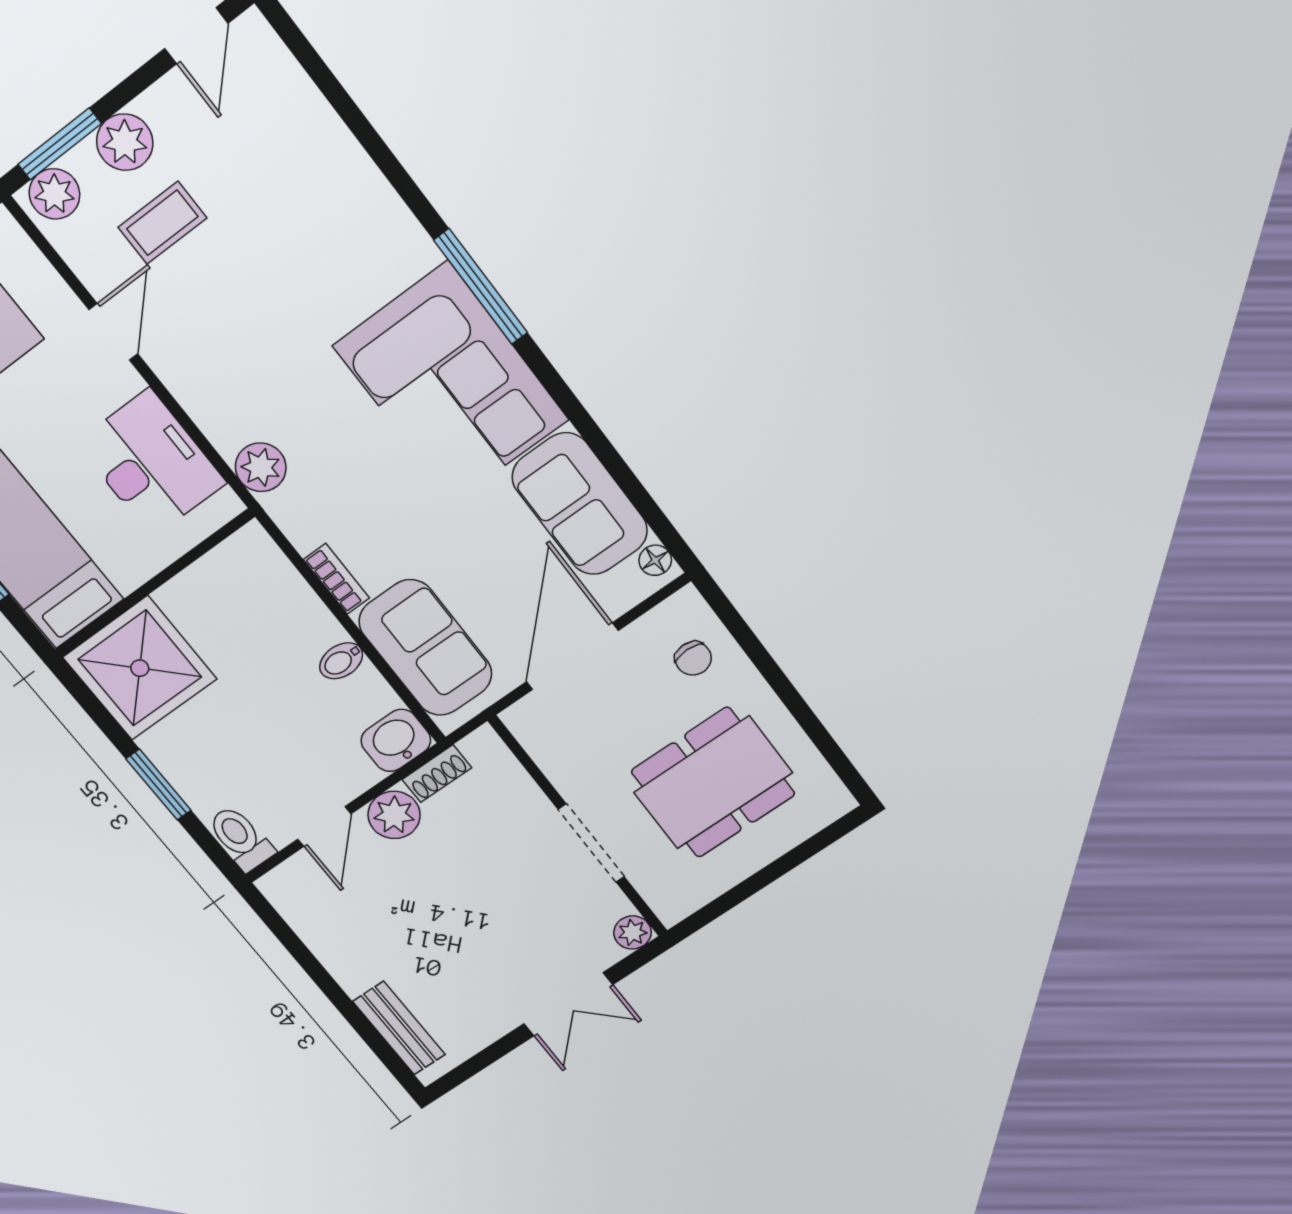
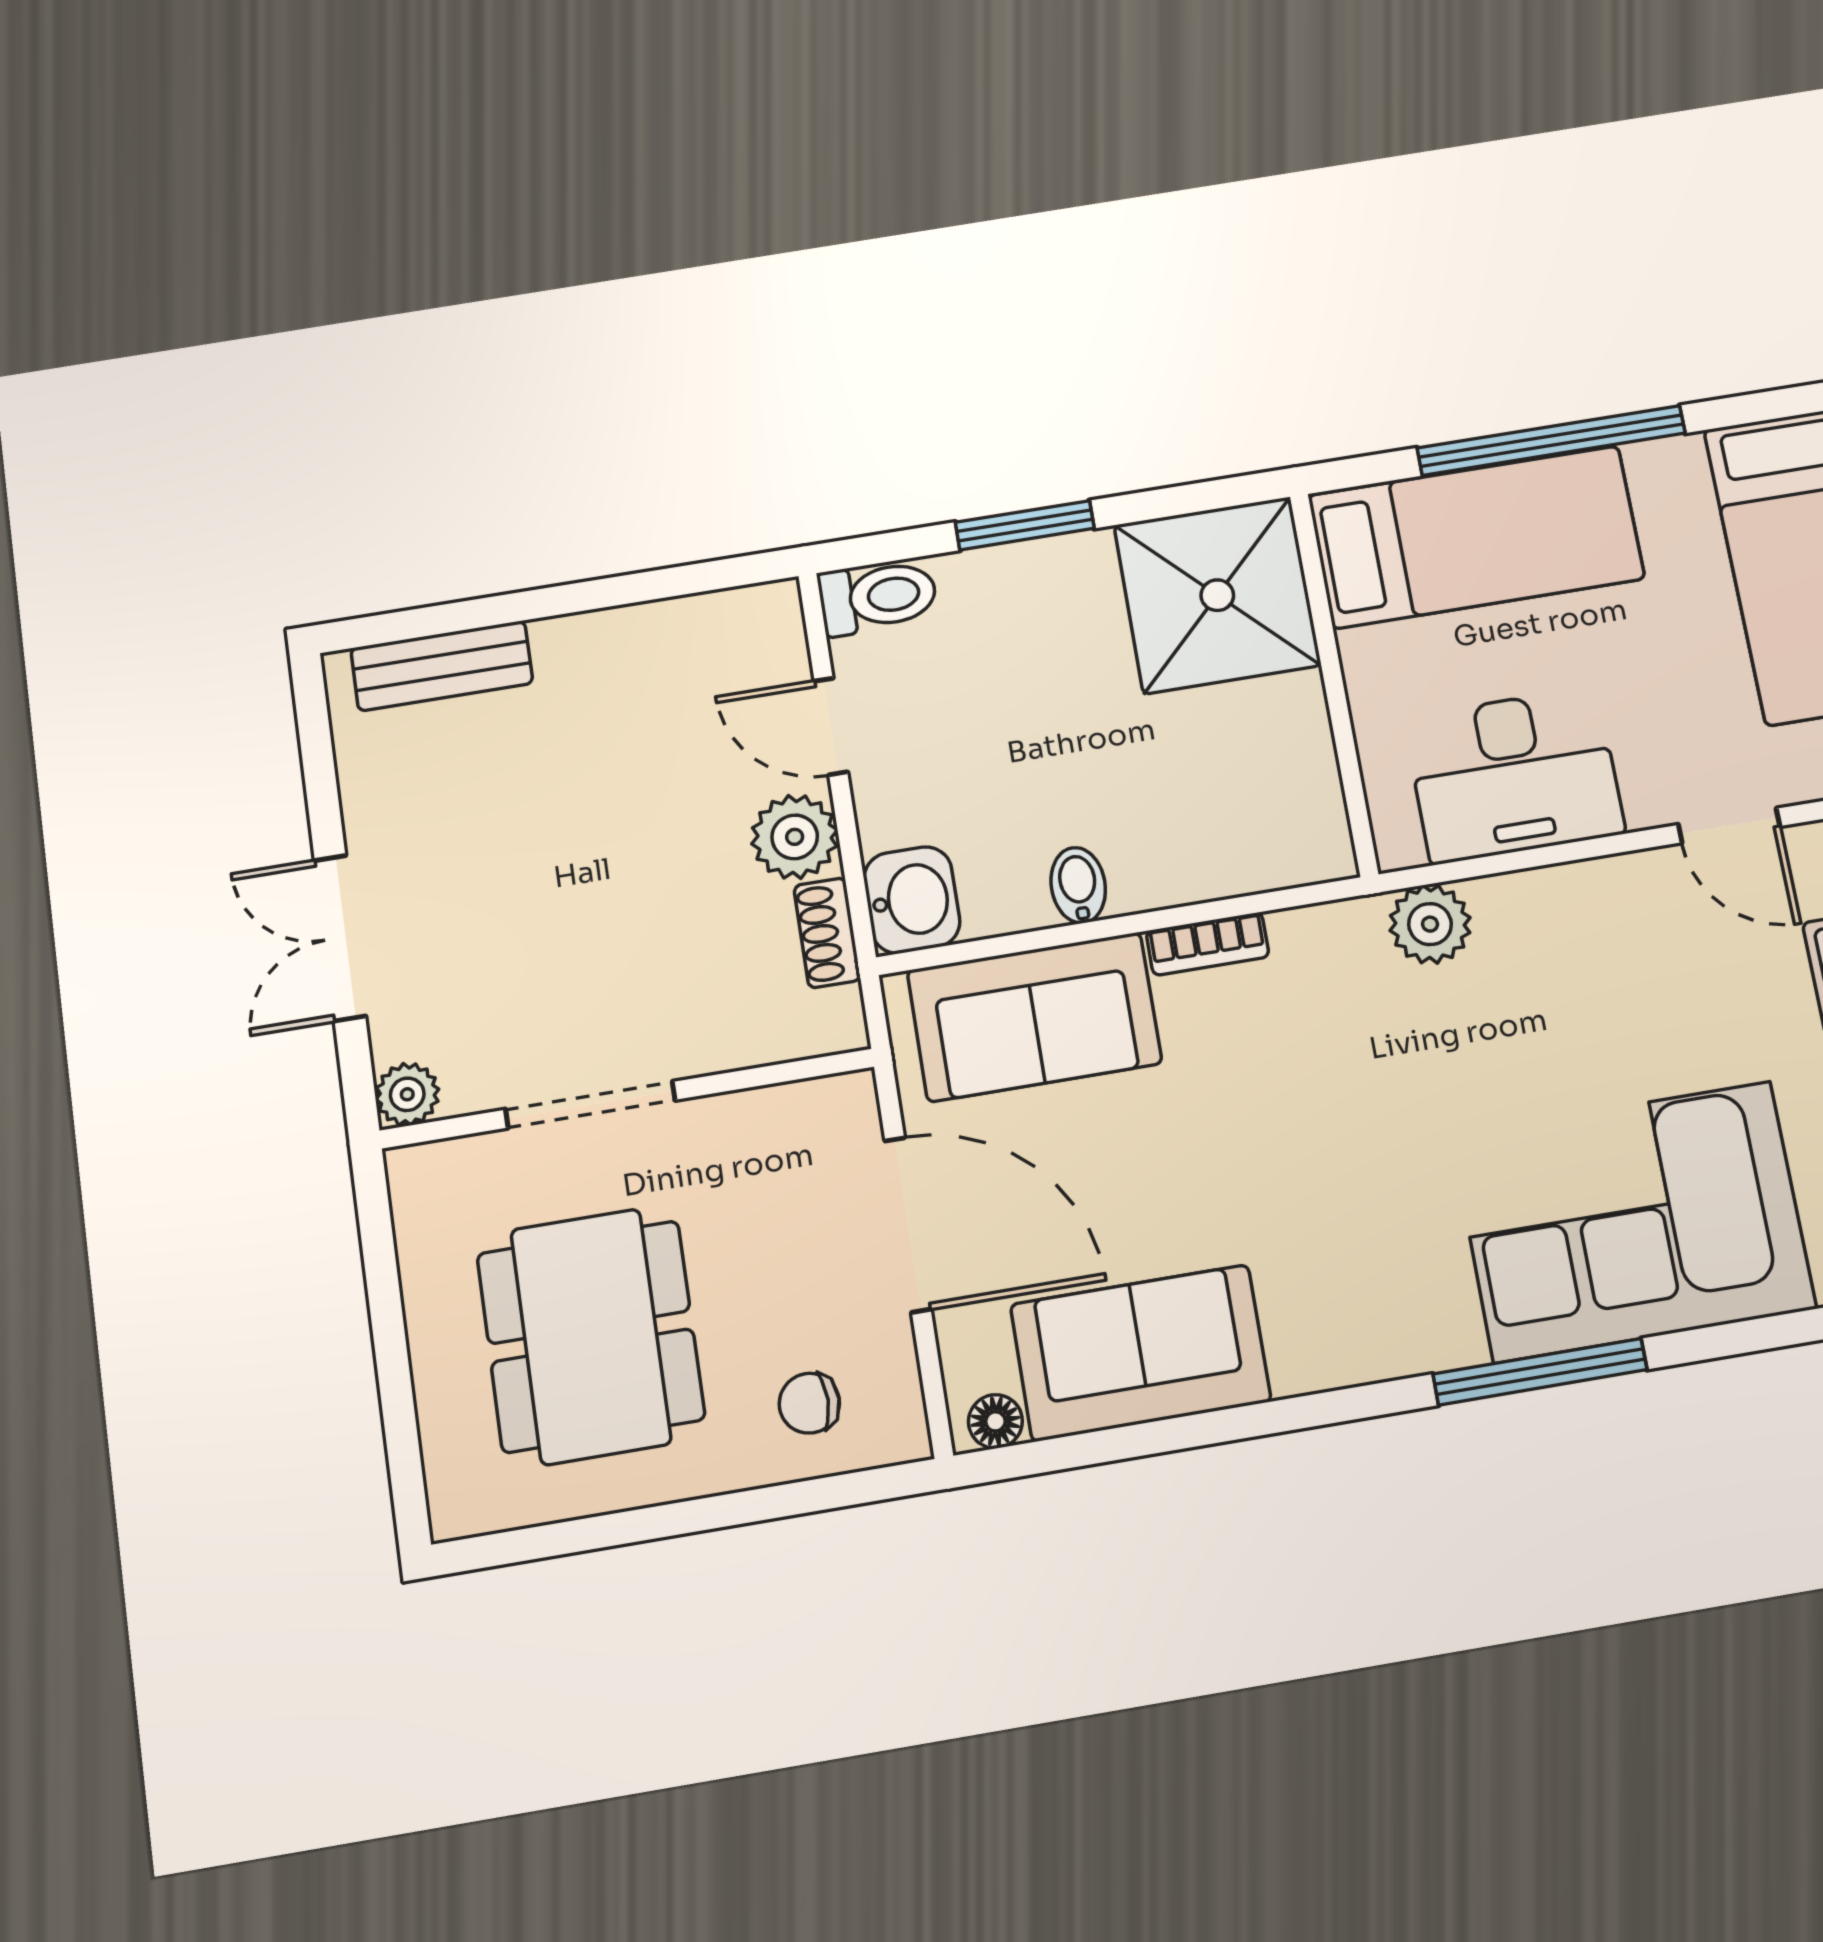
corner sofa: (451, 383) -> (1633, 1221), moved

